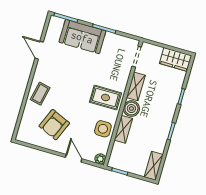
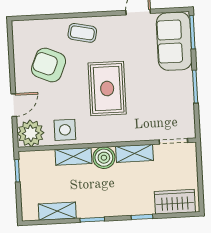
sofa: (82, 37) -> (174, 41), moved
wardrobe: (176, 59) -> (175, 202), moved, turned 90
rug: (105, 98) -> (107, 89), moved, width x1.36, depth x1.43
plant: (100, 159) -> (31, 133), width x1.88, depth x1.88
shelving: (154, 166) -> (57, 211), moved

